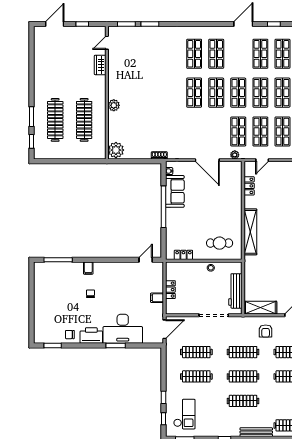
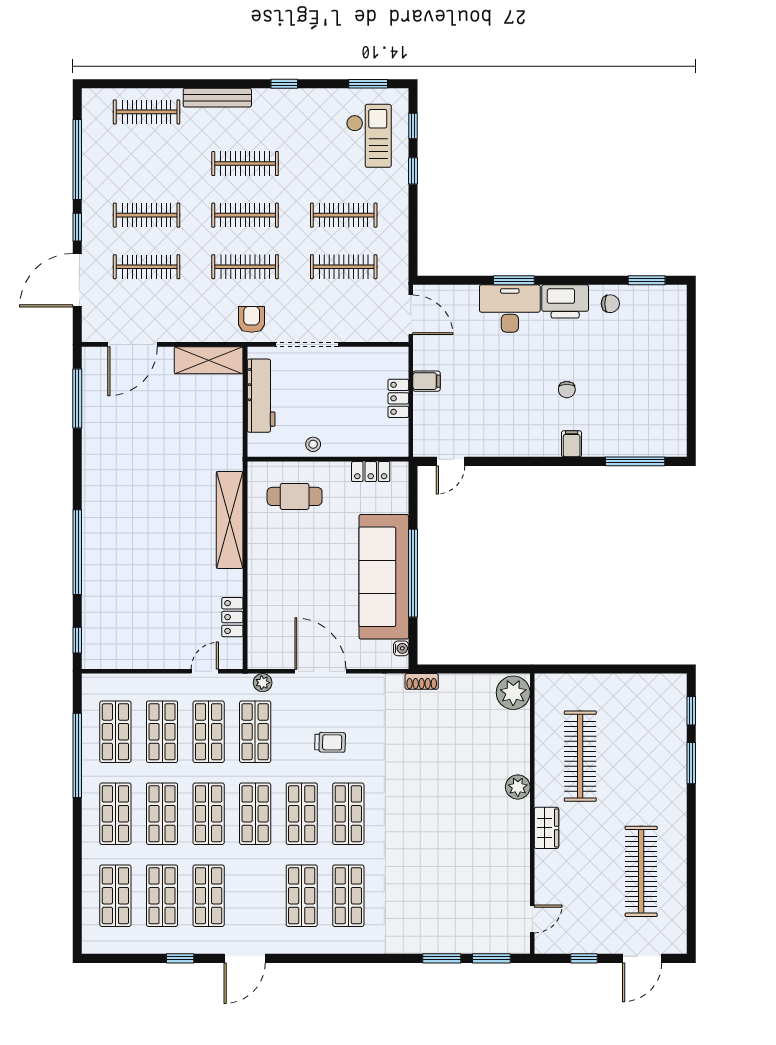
wardrobe: (100, 65) -> (546, 828), moved
clothes rail: (55, 120) -> (641, 871), moved
trolley: (203, 127) -> (330, 742), added
sofa: (175, 191) -> (384, 577), width x1.85, depth x1.27
desk: (123, 329) -> (510, 308), width x0.73, depth x0.77
door: (164, 329) -> (411, 315), swing flipped
armchair: (266, 331) -> (252, 319), moved
checkout: (184, 414) -> (369, 136), turned 180

